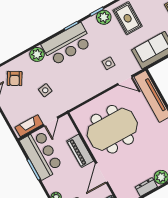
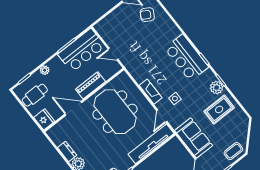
plant: (37, 54) -> (173, 32), removed
side table: (45, 90) -> (141, 44), removed
fireplace: (29, 126) -> (151, 92), moved

